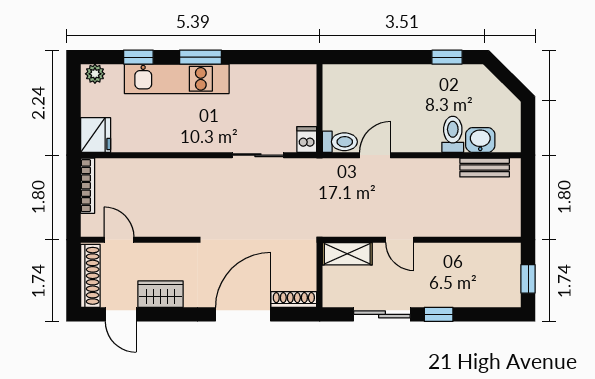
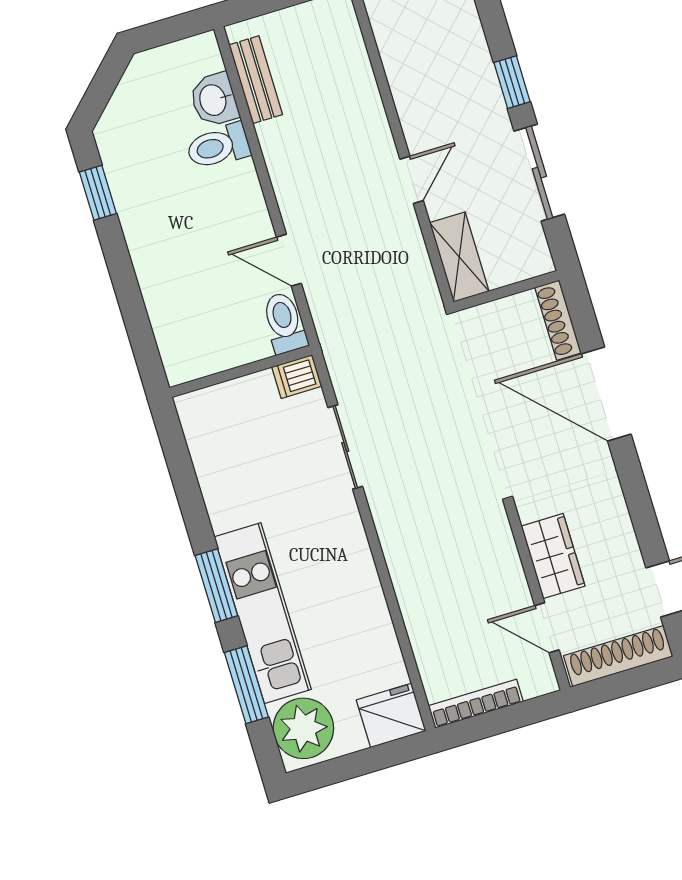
window: (138, 57) -> (246, 685), width x1.50
plant: (95, 74) -> (303, 728), width x1.88, depth x1.88
door: (119, 240) -> (547, 628), hinge flipped
wardrobe: (161, 294) -> (553, 556), moved, turned 180

